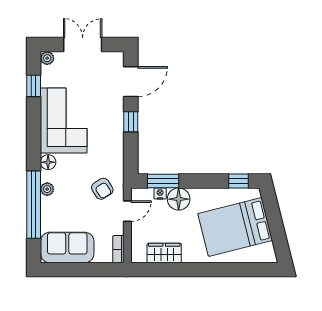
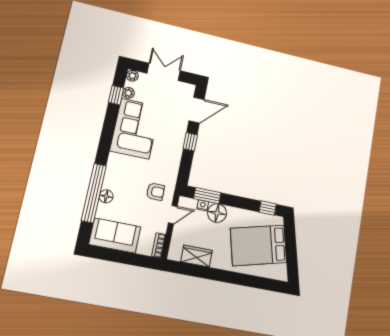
floor lamp: (48, 162) -> (106, 196), moved
plant: (47, 189) -> (128, 93), moved
armchair: (102, 189) -> (155, 192), turned -58

